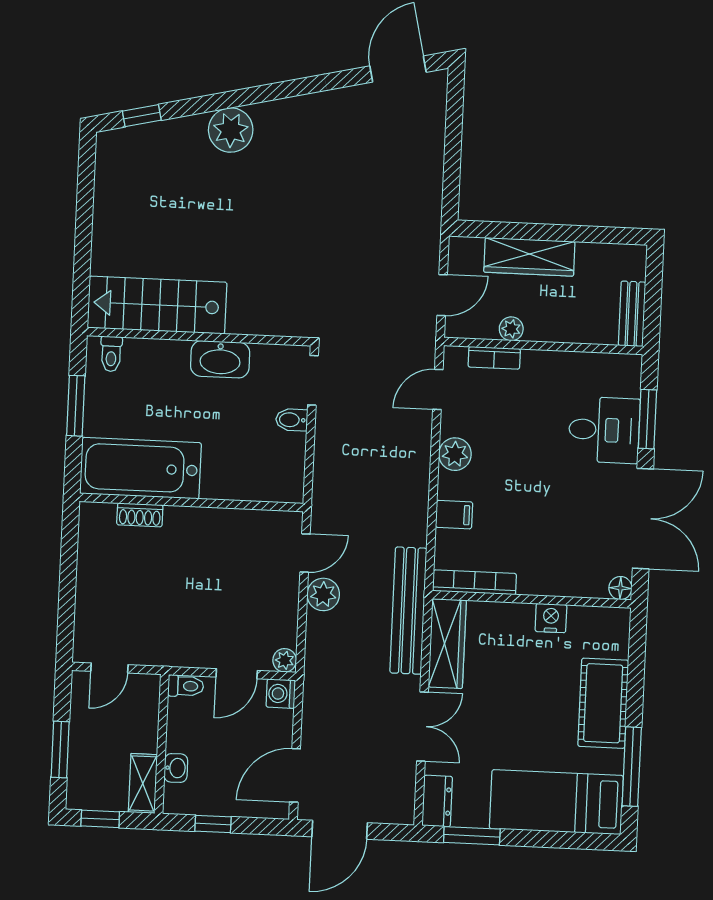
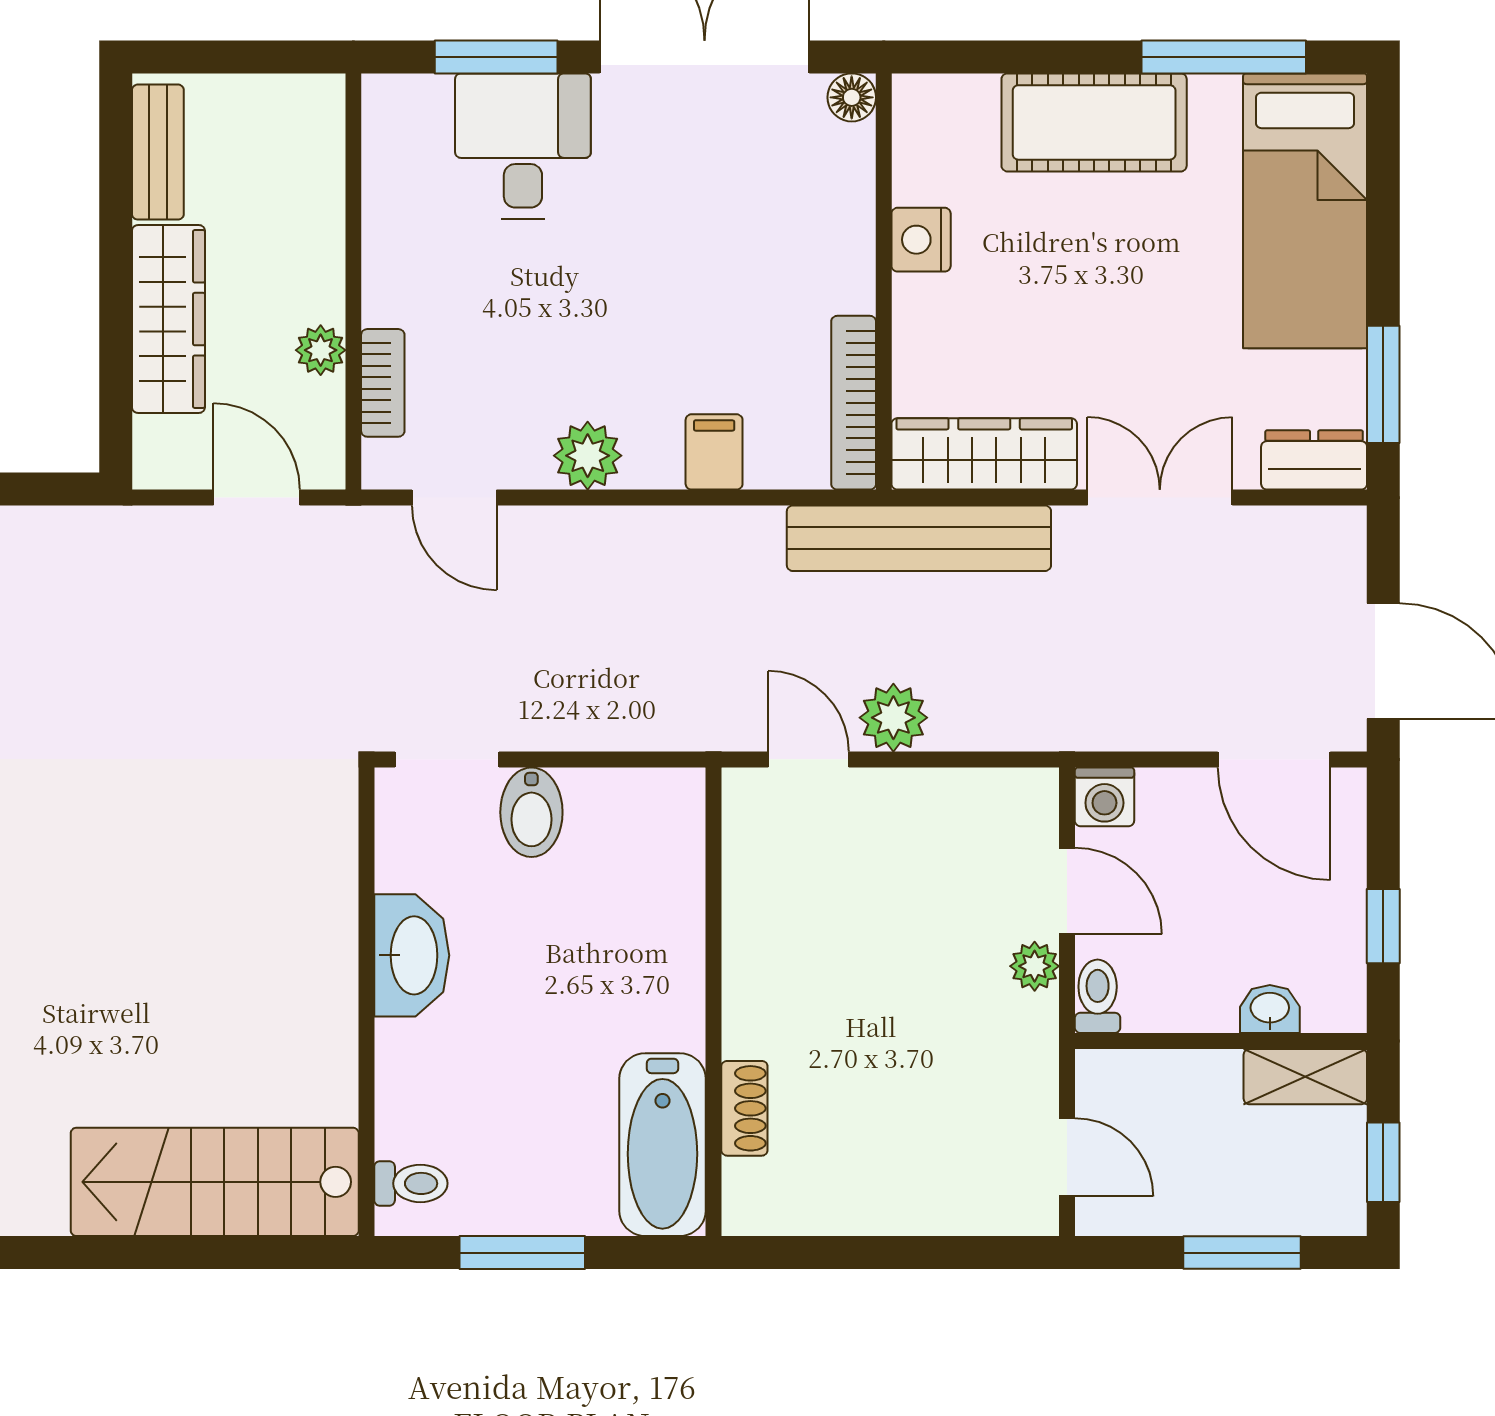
stairs: (157, 305) -> (215, 1182), moved, turned 90
bench: (632, 314) -> (158, 152), moved, turned 90
bidet: (292, 420) -> (531, 812), width x1.38, depth x1.36
bathtub: (141, 468) -> (662, 1145), width x0.73, depth x0.73
plant: (285, 660) -> (1035, 966), moved

